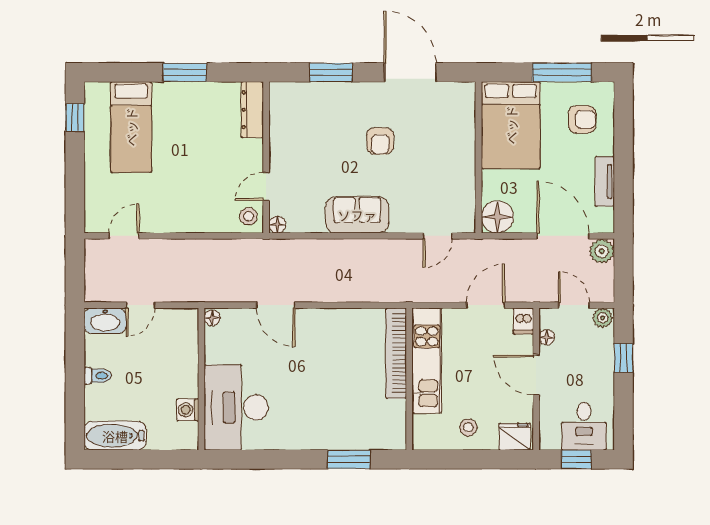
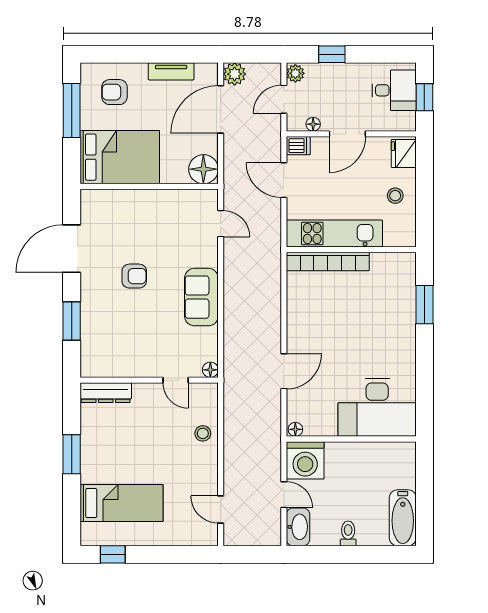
armchair: (582, 119) -> (114, 92), turned -90
stool: (248, 216) -> (203, 433), moved
washing machine: (188, 410) -> (305, 460), moved, width x1.89, depth x1.89

